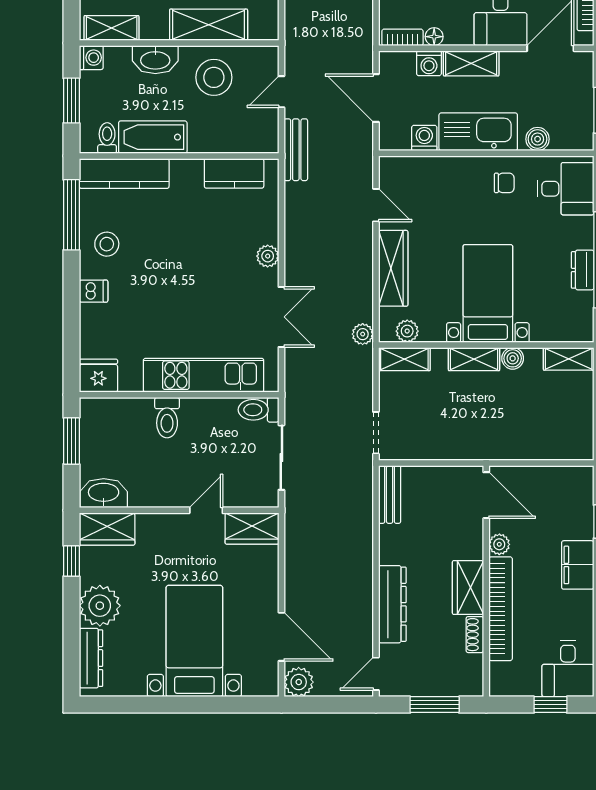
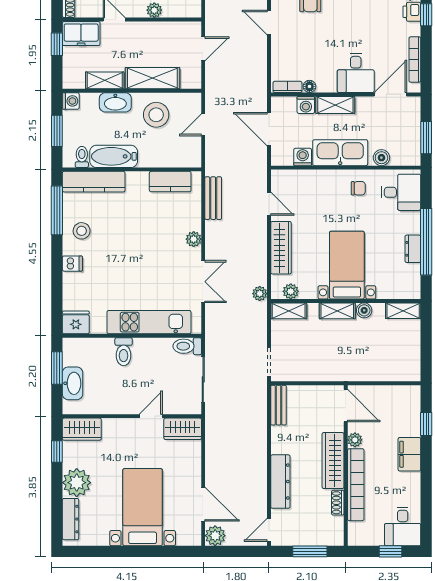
shelving: (112, 28) -> (105, 80), moved
bench: (296, 150) -> (213, 198), moved
washbasin: (104, 493) -> (73, 383), moved, turned 90
wardrobe: (468, 588) -> (333, 461), width x1.50

